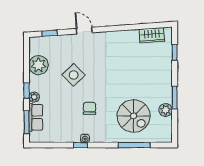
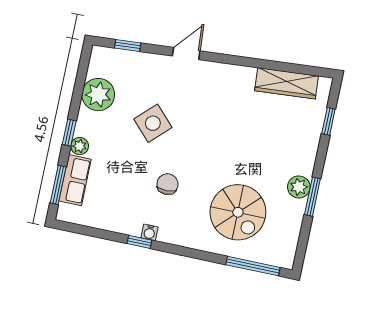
door: (84, 31) -> (186, 53), hinge flipped
wardrobe: (152, 35) -> (287, 83), width x1.50
plant: (166, 110) -> (299, 187), moved
window: (134, 145) -> (253, 266), moved

